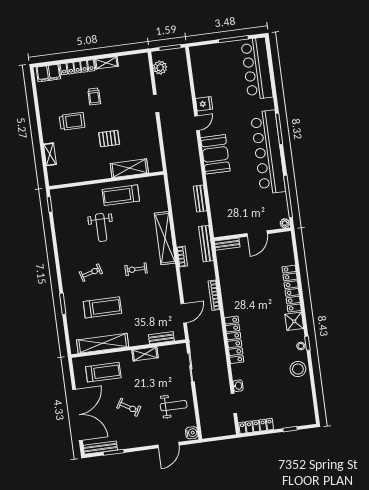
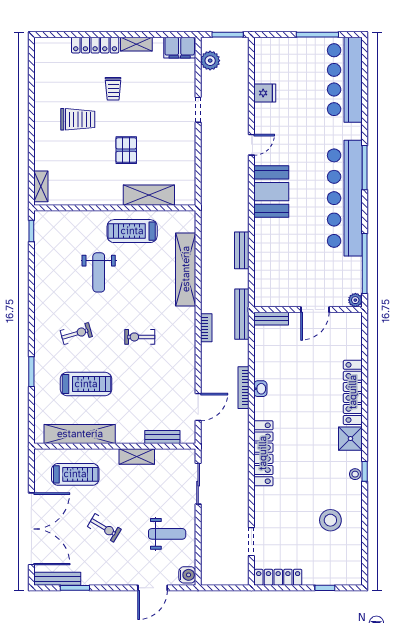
filing cabinet: (48, 73) -> (180, 48), moved
fridge: (204, 104) -> (265, 93), moved
pallet: (109, 139) -> (126, 150), turned 90
shelving: (50, 154) -> (41, 186), moved
shelving: (165, 238) -> (186, 269), moved
stool: (298, 369) -> (330, 520), moved
washbasin: (238, 386) -> (260, 389), moved

